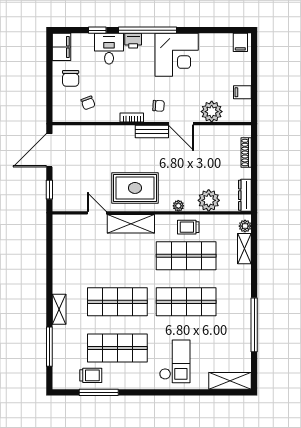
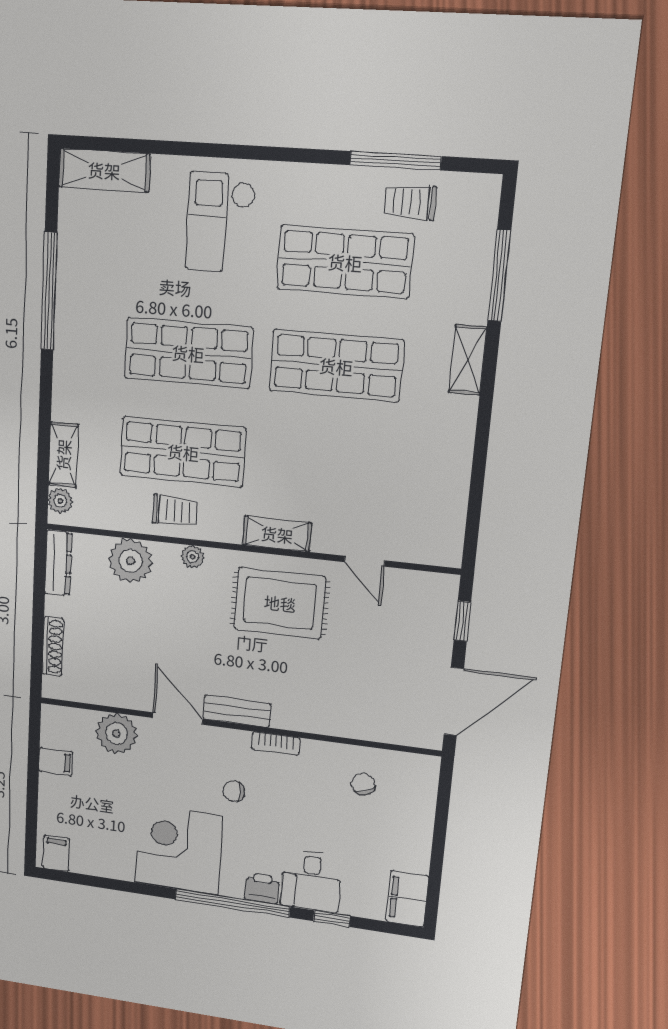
chair: (71, 78) -> (394, 836), removed
chair: (159, 106) -> (234, 791), moved
shelving: (131, 224) -> (277, 534), width x0.67, depth x0.75

